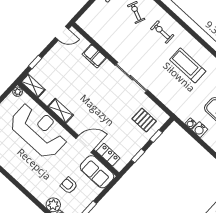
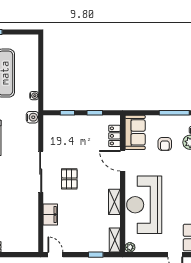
pallet: (144, 120) -> (69, 179), moved
water cooler: (200, 130) -> (32, 117), moved

